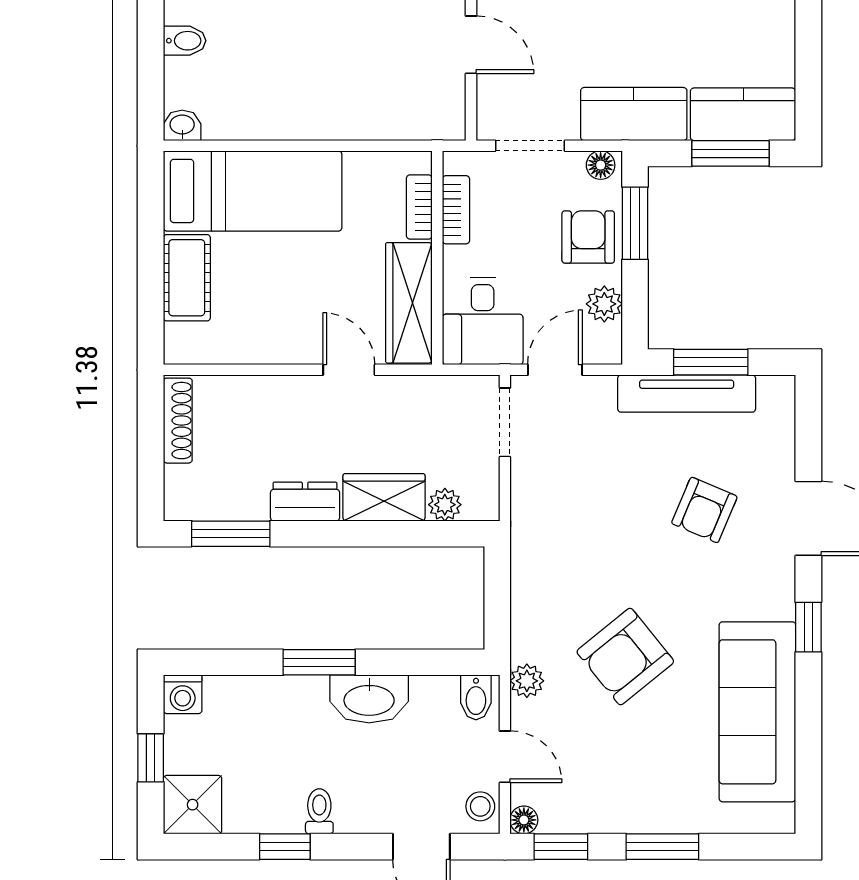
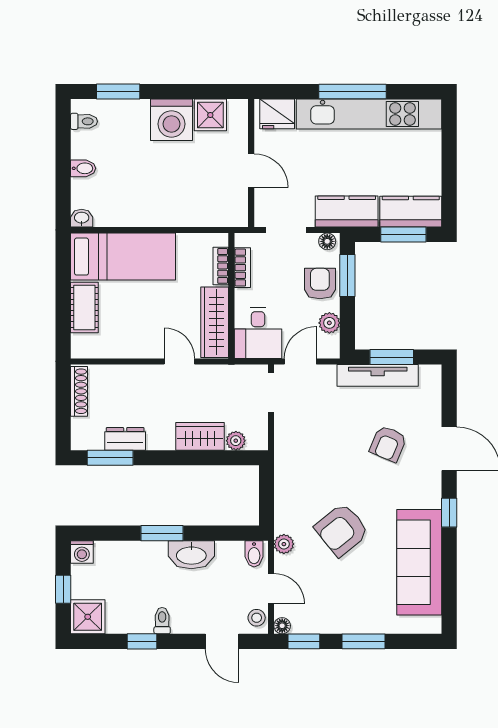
dresser: (305, 502) -> (125, 439), moved

